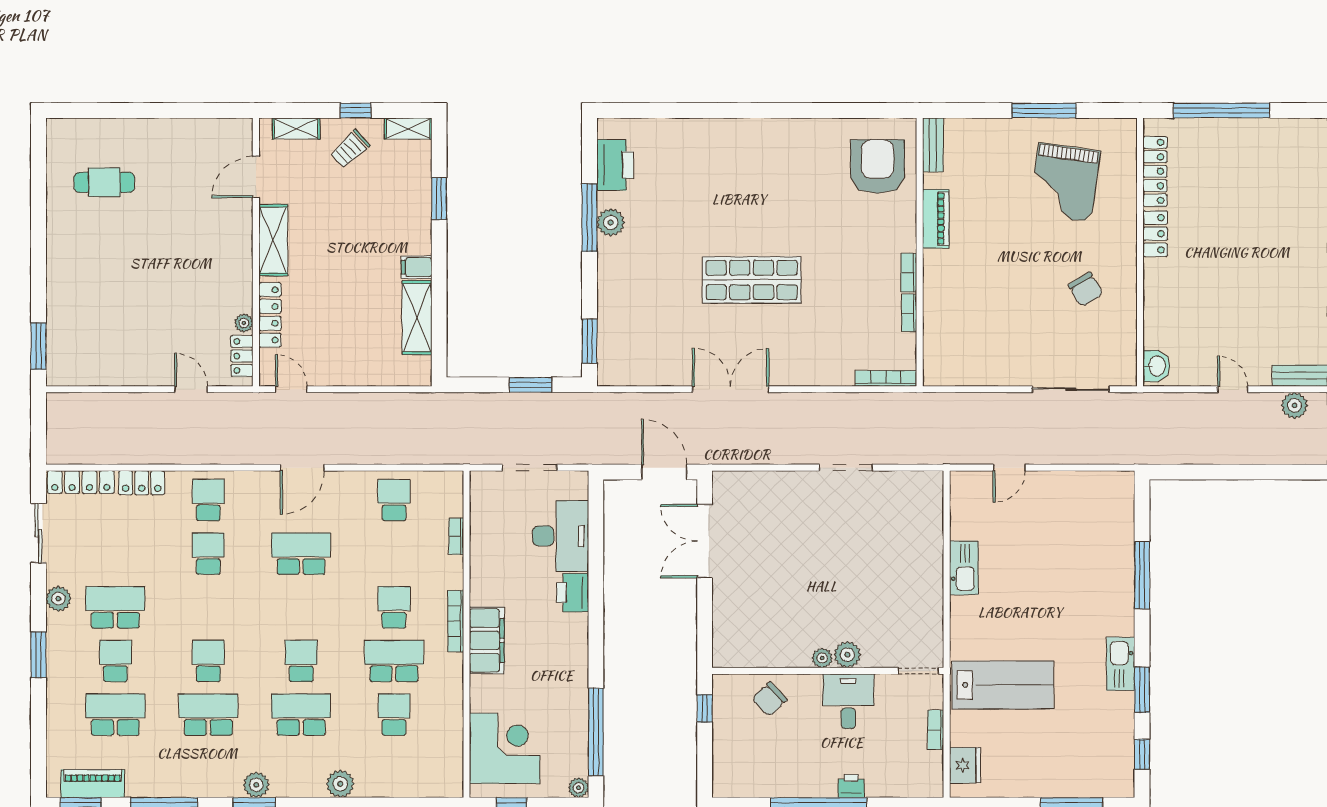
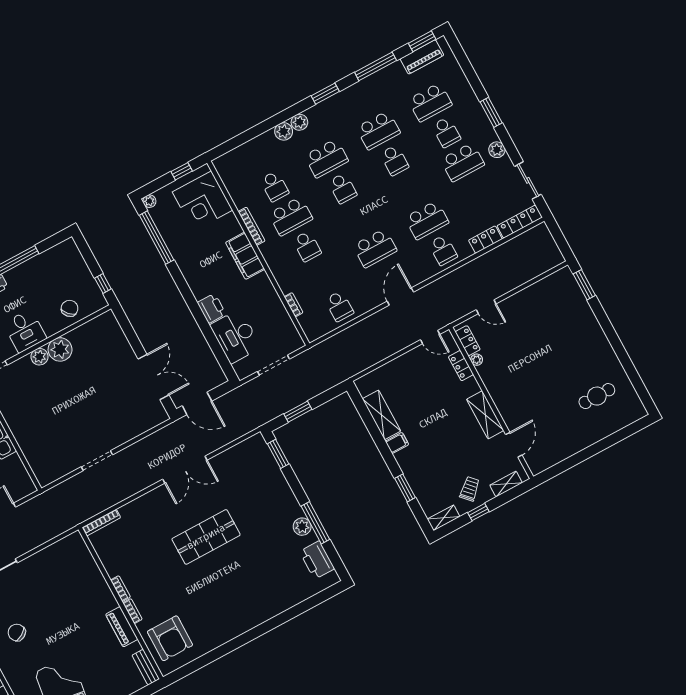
bookcase: (909, 313) -> (132, 611), moved
locker: (270, 315) -> (461, 366), width x0.66
school desk: (208, 554) -> (427, 220), width x1.85
bookcase: (456, 621) -> (252, 226), moved
plant: (822, 658) -> (60, 349), width x1.87, depth x1.87
plant: (256, 785) -> (299, 122), moved

